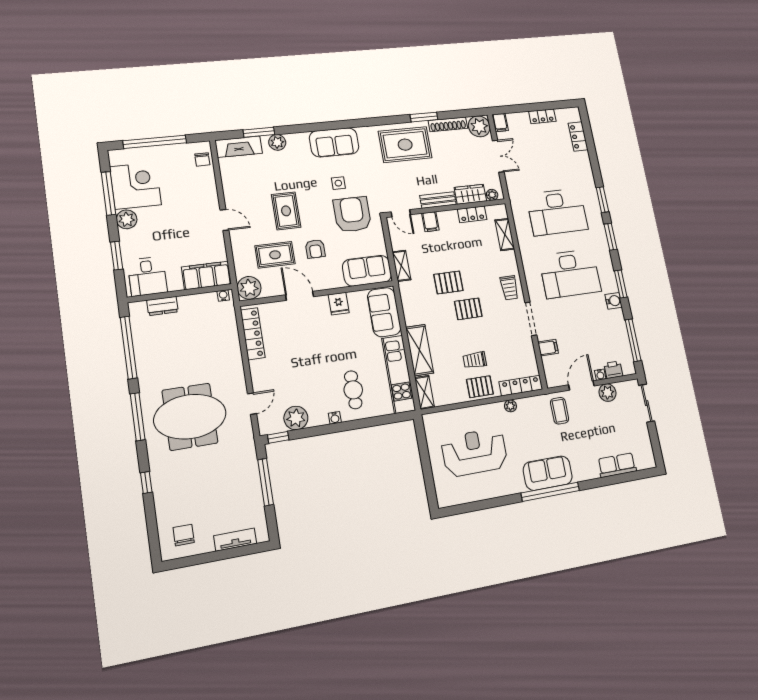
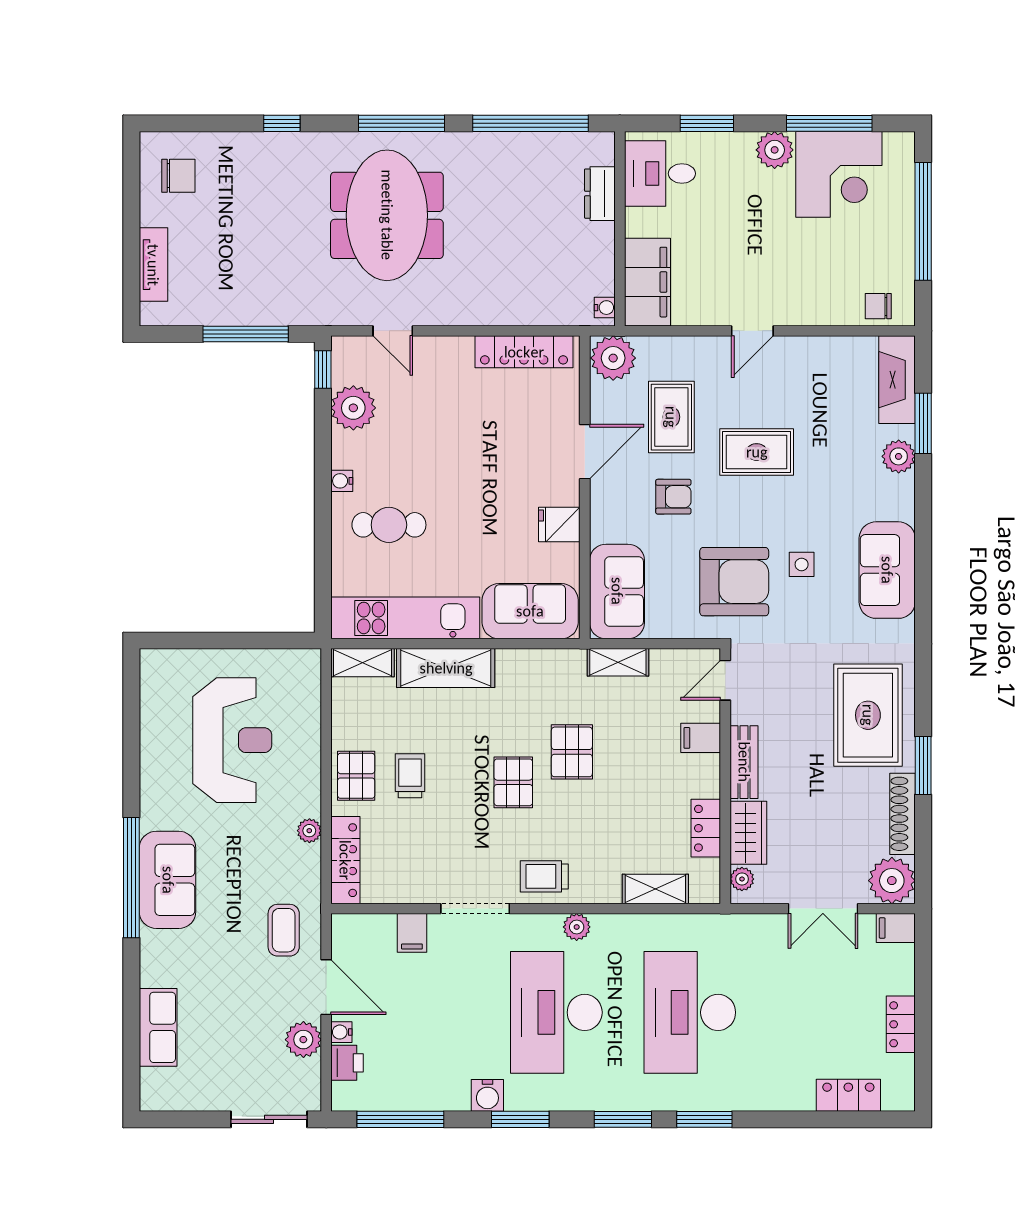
armchair: (315, 249) -> (673, 497), turned 180
plant: (529, 269) -> (577, 927), added
coffee table: (560, 411) -> (284, 930), turned 90

